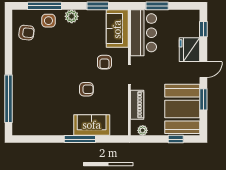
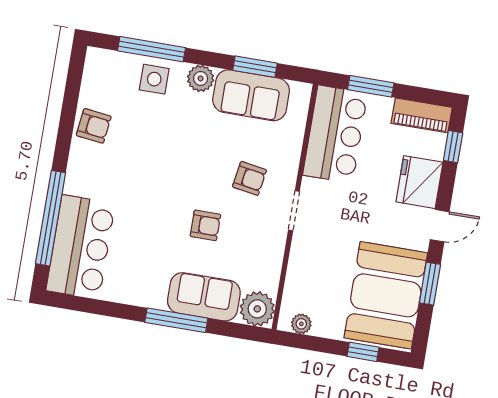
sofa: (117, 29) -> (251, 95), moved, turned -90
armchair: (26, 33) -> (94, 126), moved
armchair: (104, 62) -> (250, 178), turned -81
piano: (137, 105) -> (422, 115), moved, turned 90
bar counter: (26, 111) -> (81, 247), added
plant: (119, 127) -> (257, 309), added

